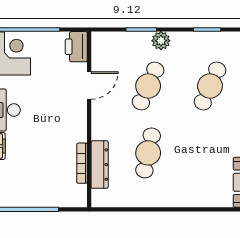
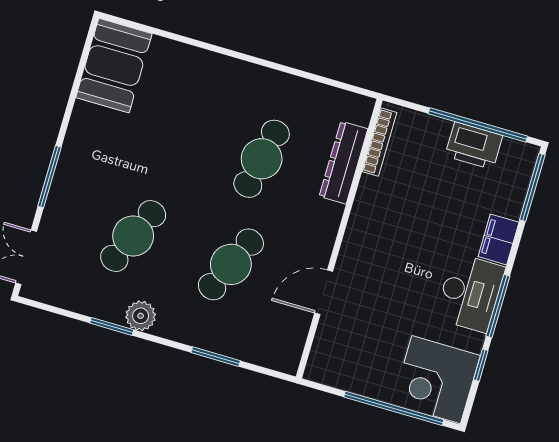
plant: (161, 41) -> (141, 316), moved
printer: (76, 47) -> (474, 146), moved, turned 90
bookcase: (82, 163) -> (379, 142), moved

